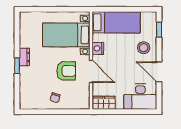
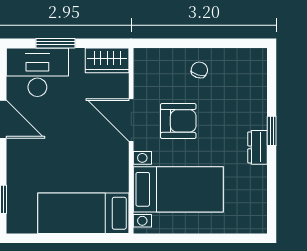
nightstand: (98, 48) -> (118, 164), removed
stool: (144, 48) -> (31, 165), removed
armchair: (66, 71) -> (178, 121), turned 180
window: (131, 112) -> (56, 43), added

